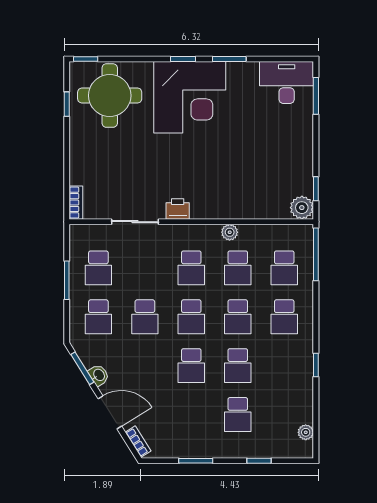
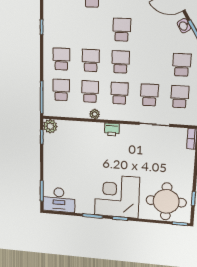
printer: (178, 209) -> (112, 130), moved
school desk: (145, 317) -> (149, 95), moved
school desk: (238, 366) -> (91, 28), removed

